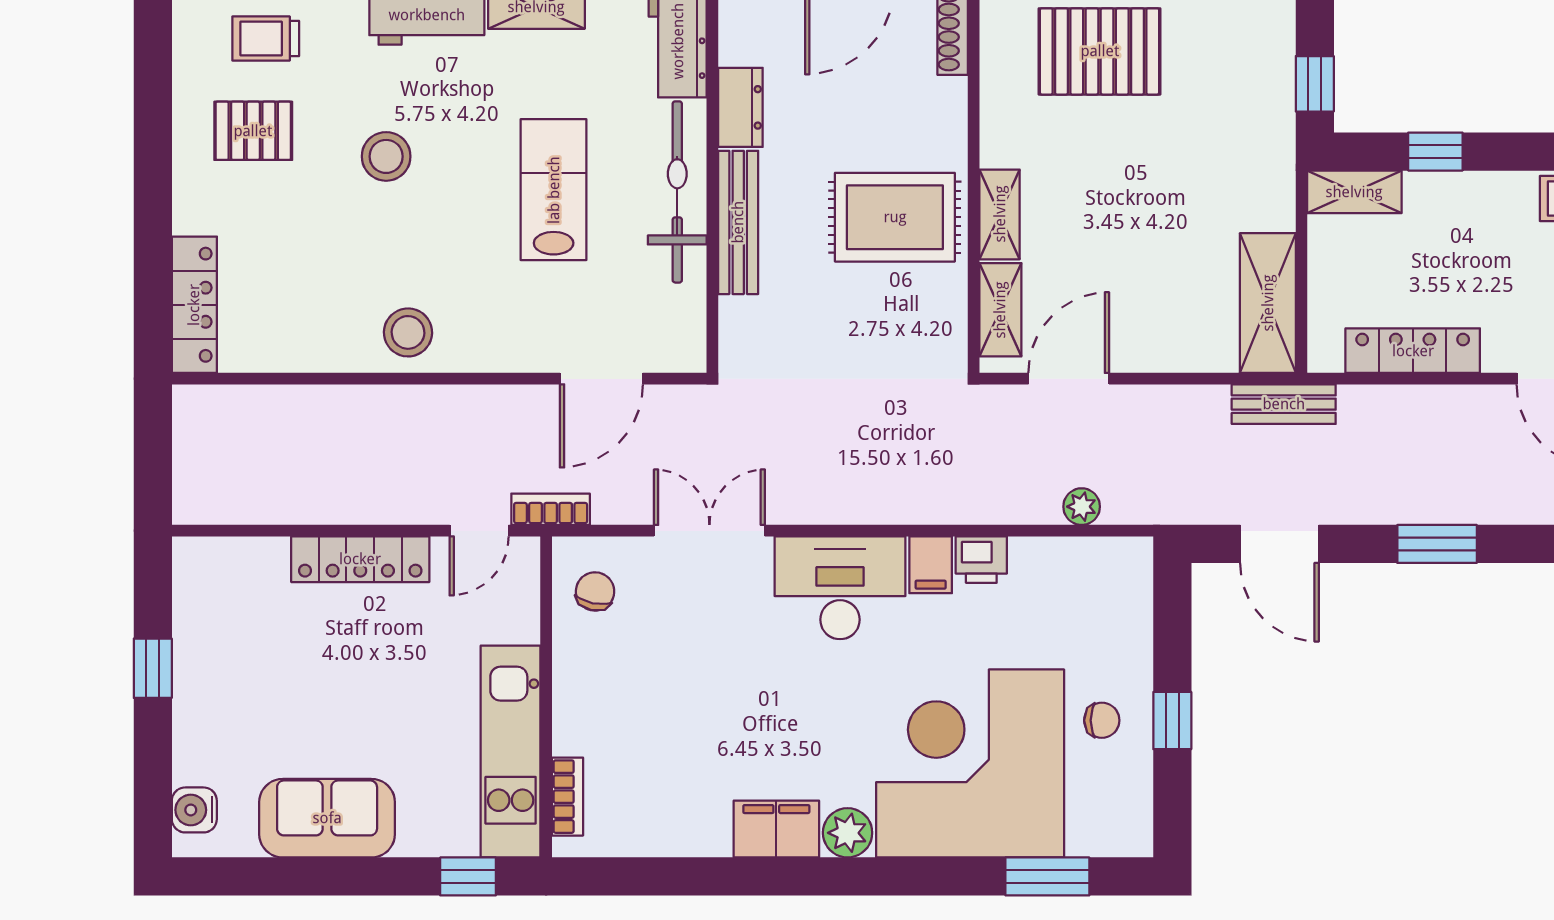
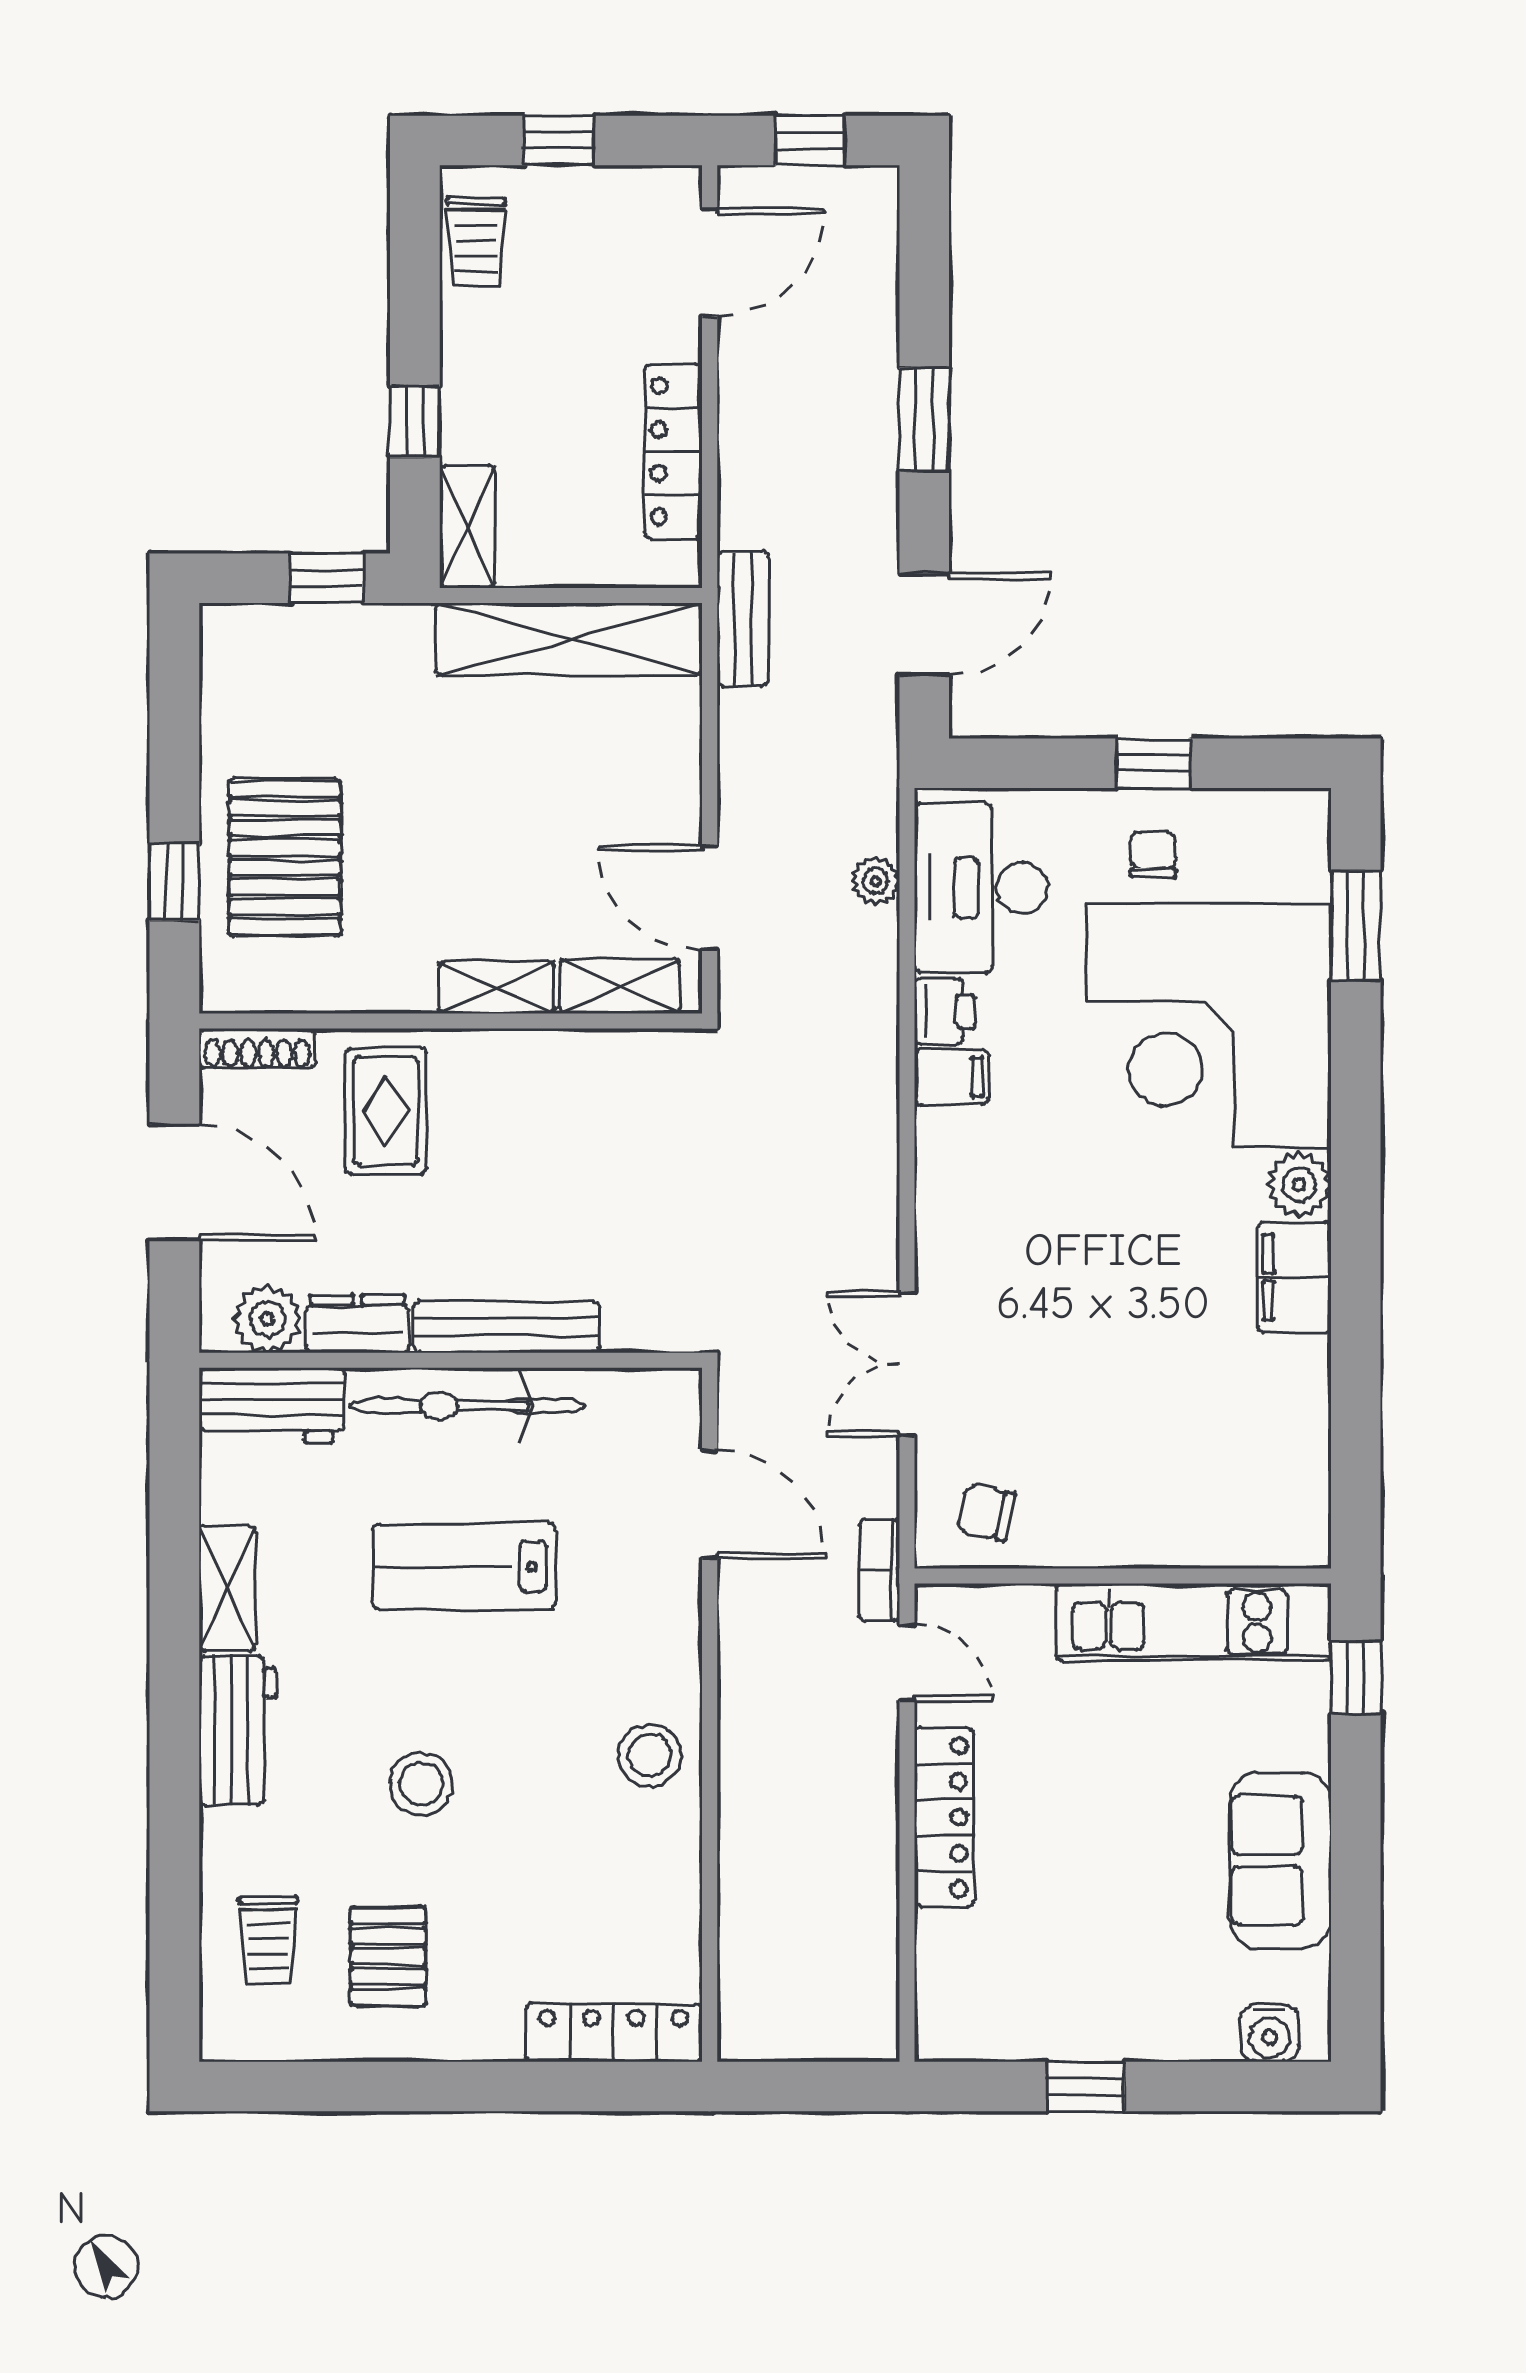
plant: (744, 38) -> (267, 1319), added
rug: (895, 217) -> (386, 1111), moved, width x0.73, depth x0.70
shelving: (1268, 303) -> (569, 639), width x1.47
desk: (840, 588) -> (981, 888), moved
bookcase: (567, 797) -> (1252, 1548), removed

